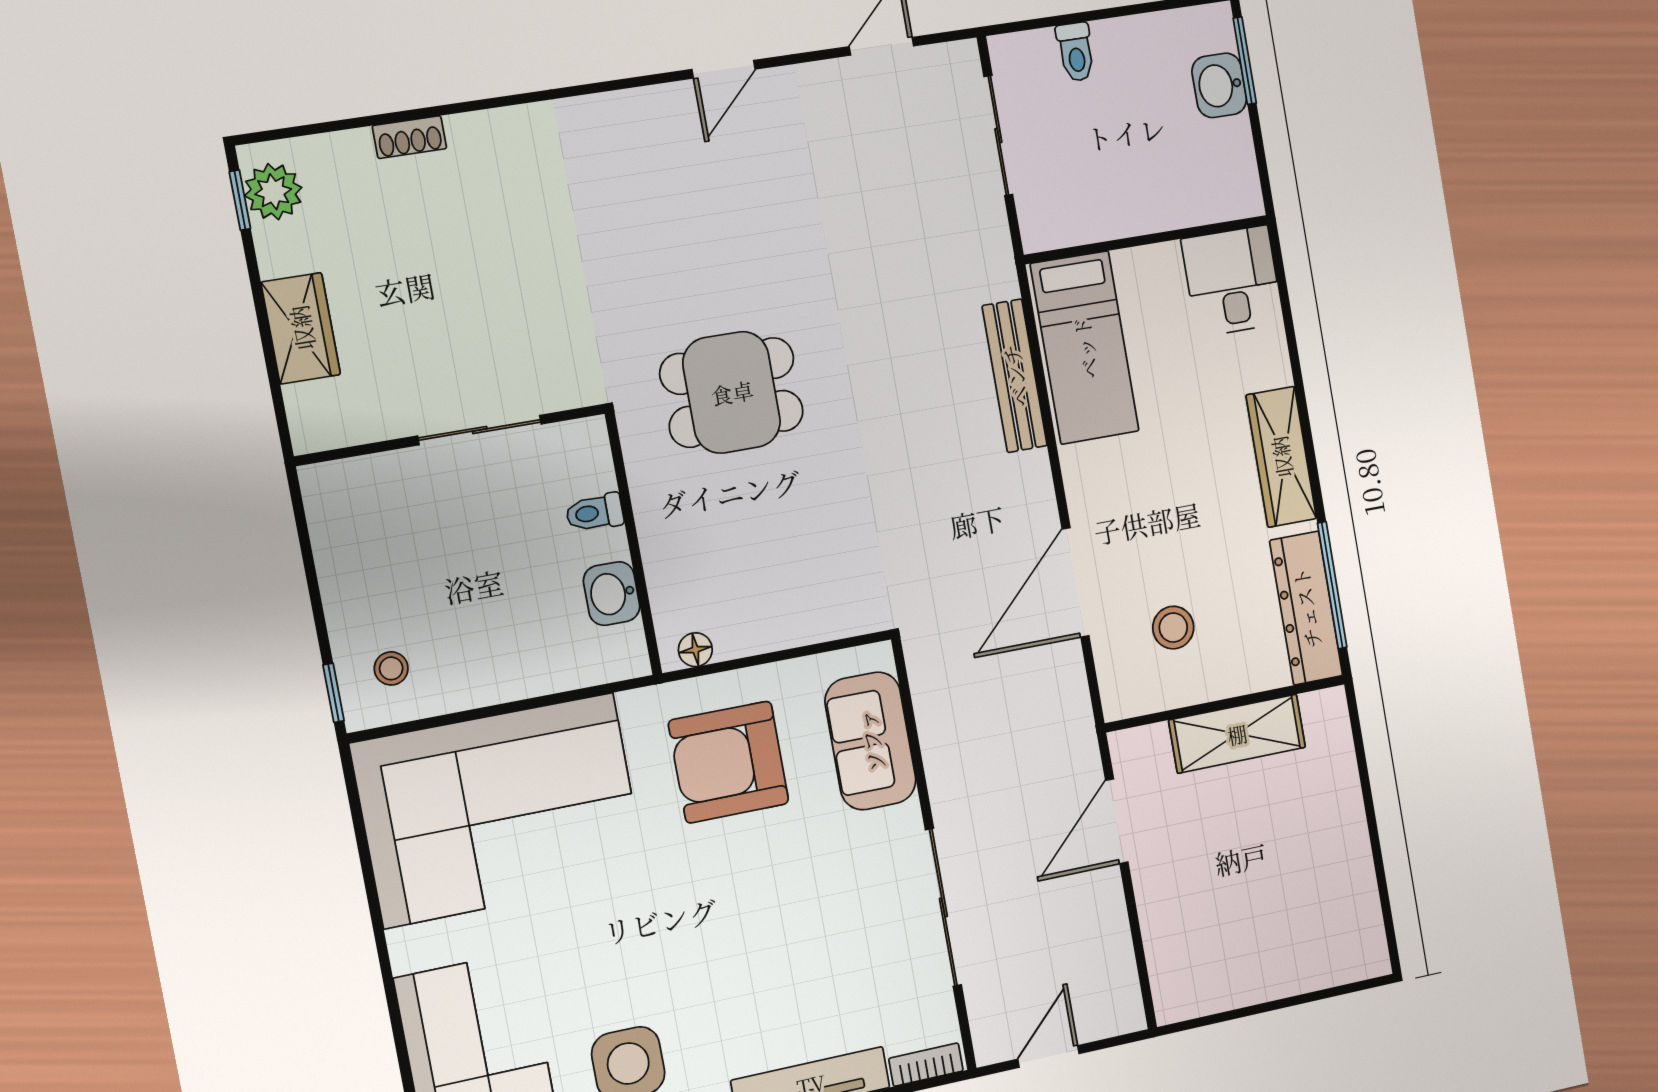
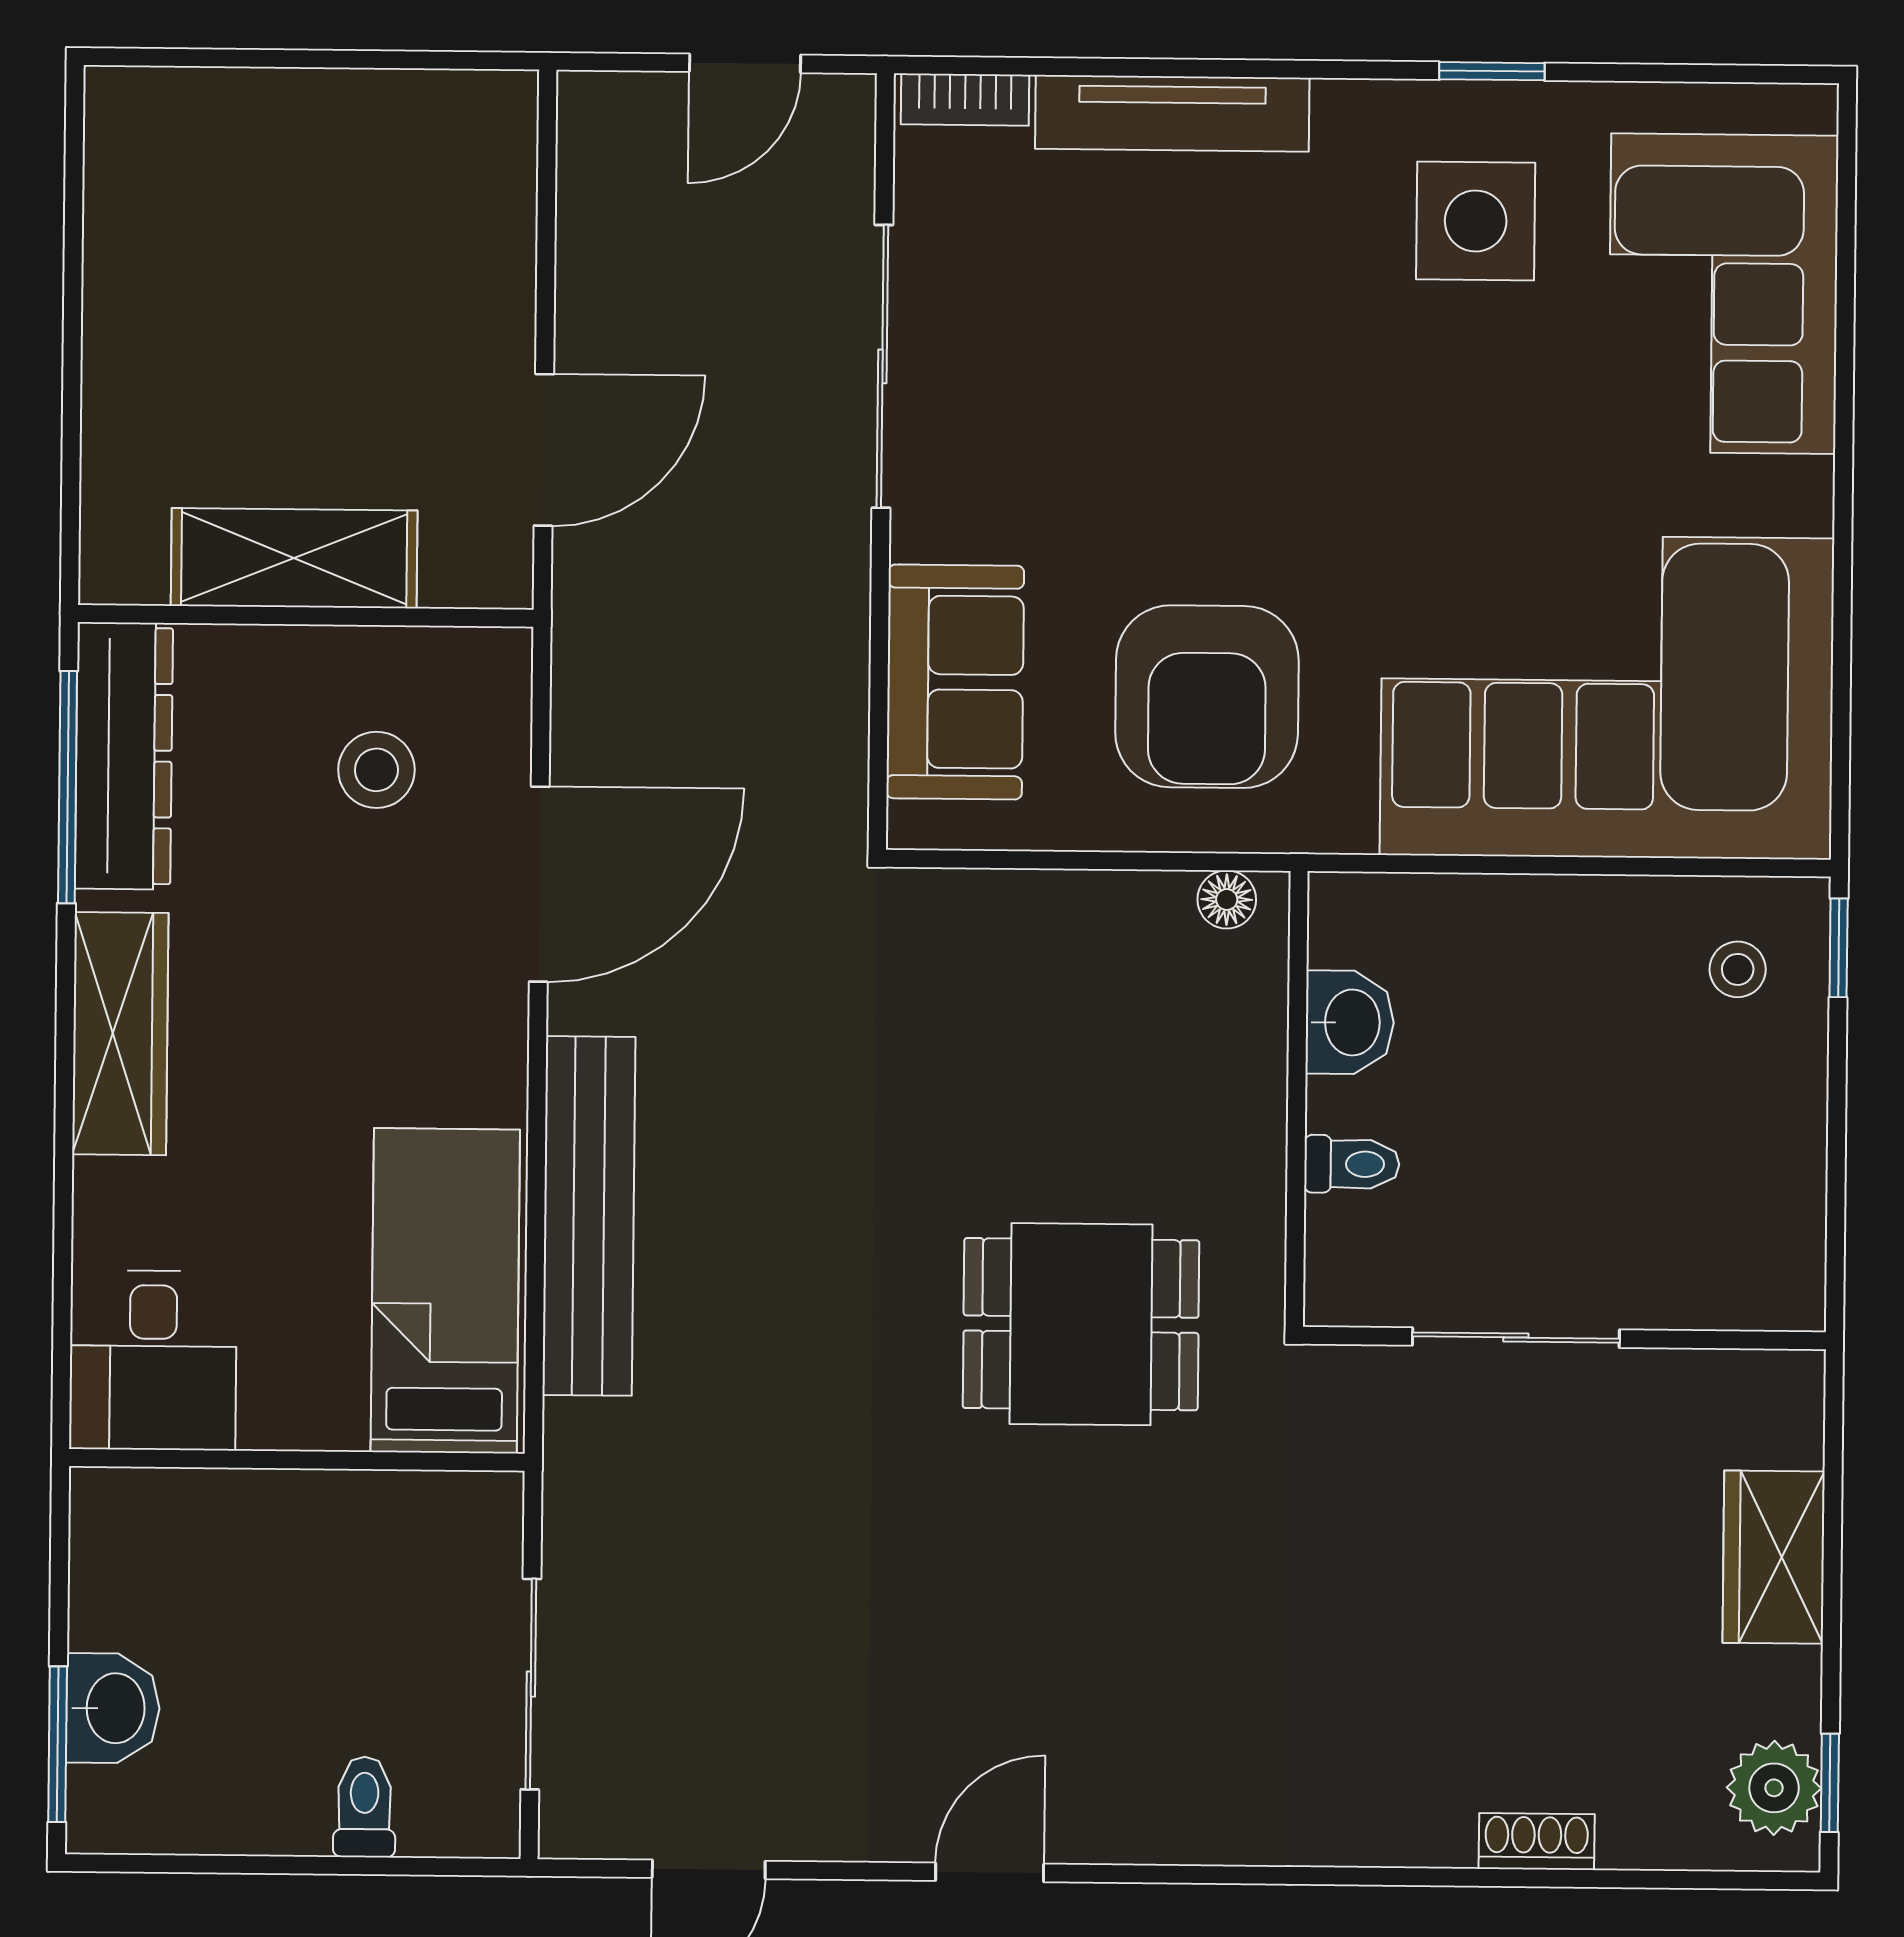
bench: (1015, 376) -> (589, 1216), width x1.37, depth x1.21
armchair: (729, 762) -> (1207, 697), turned 90

